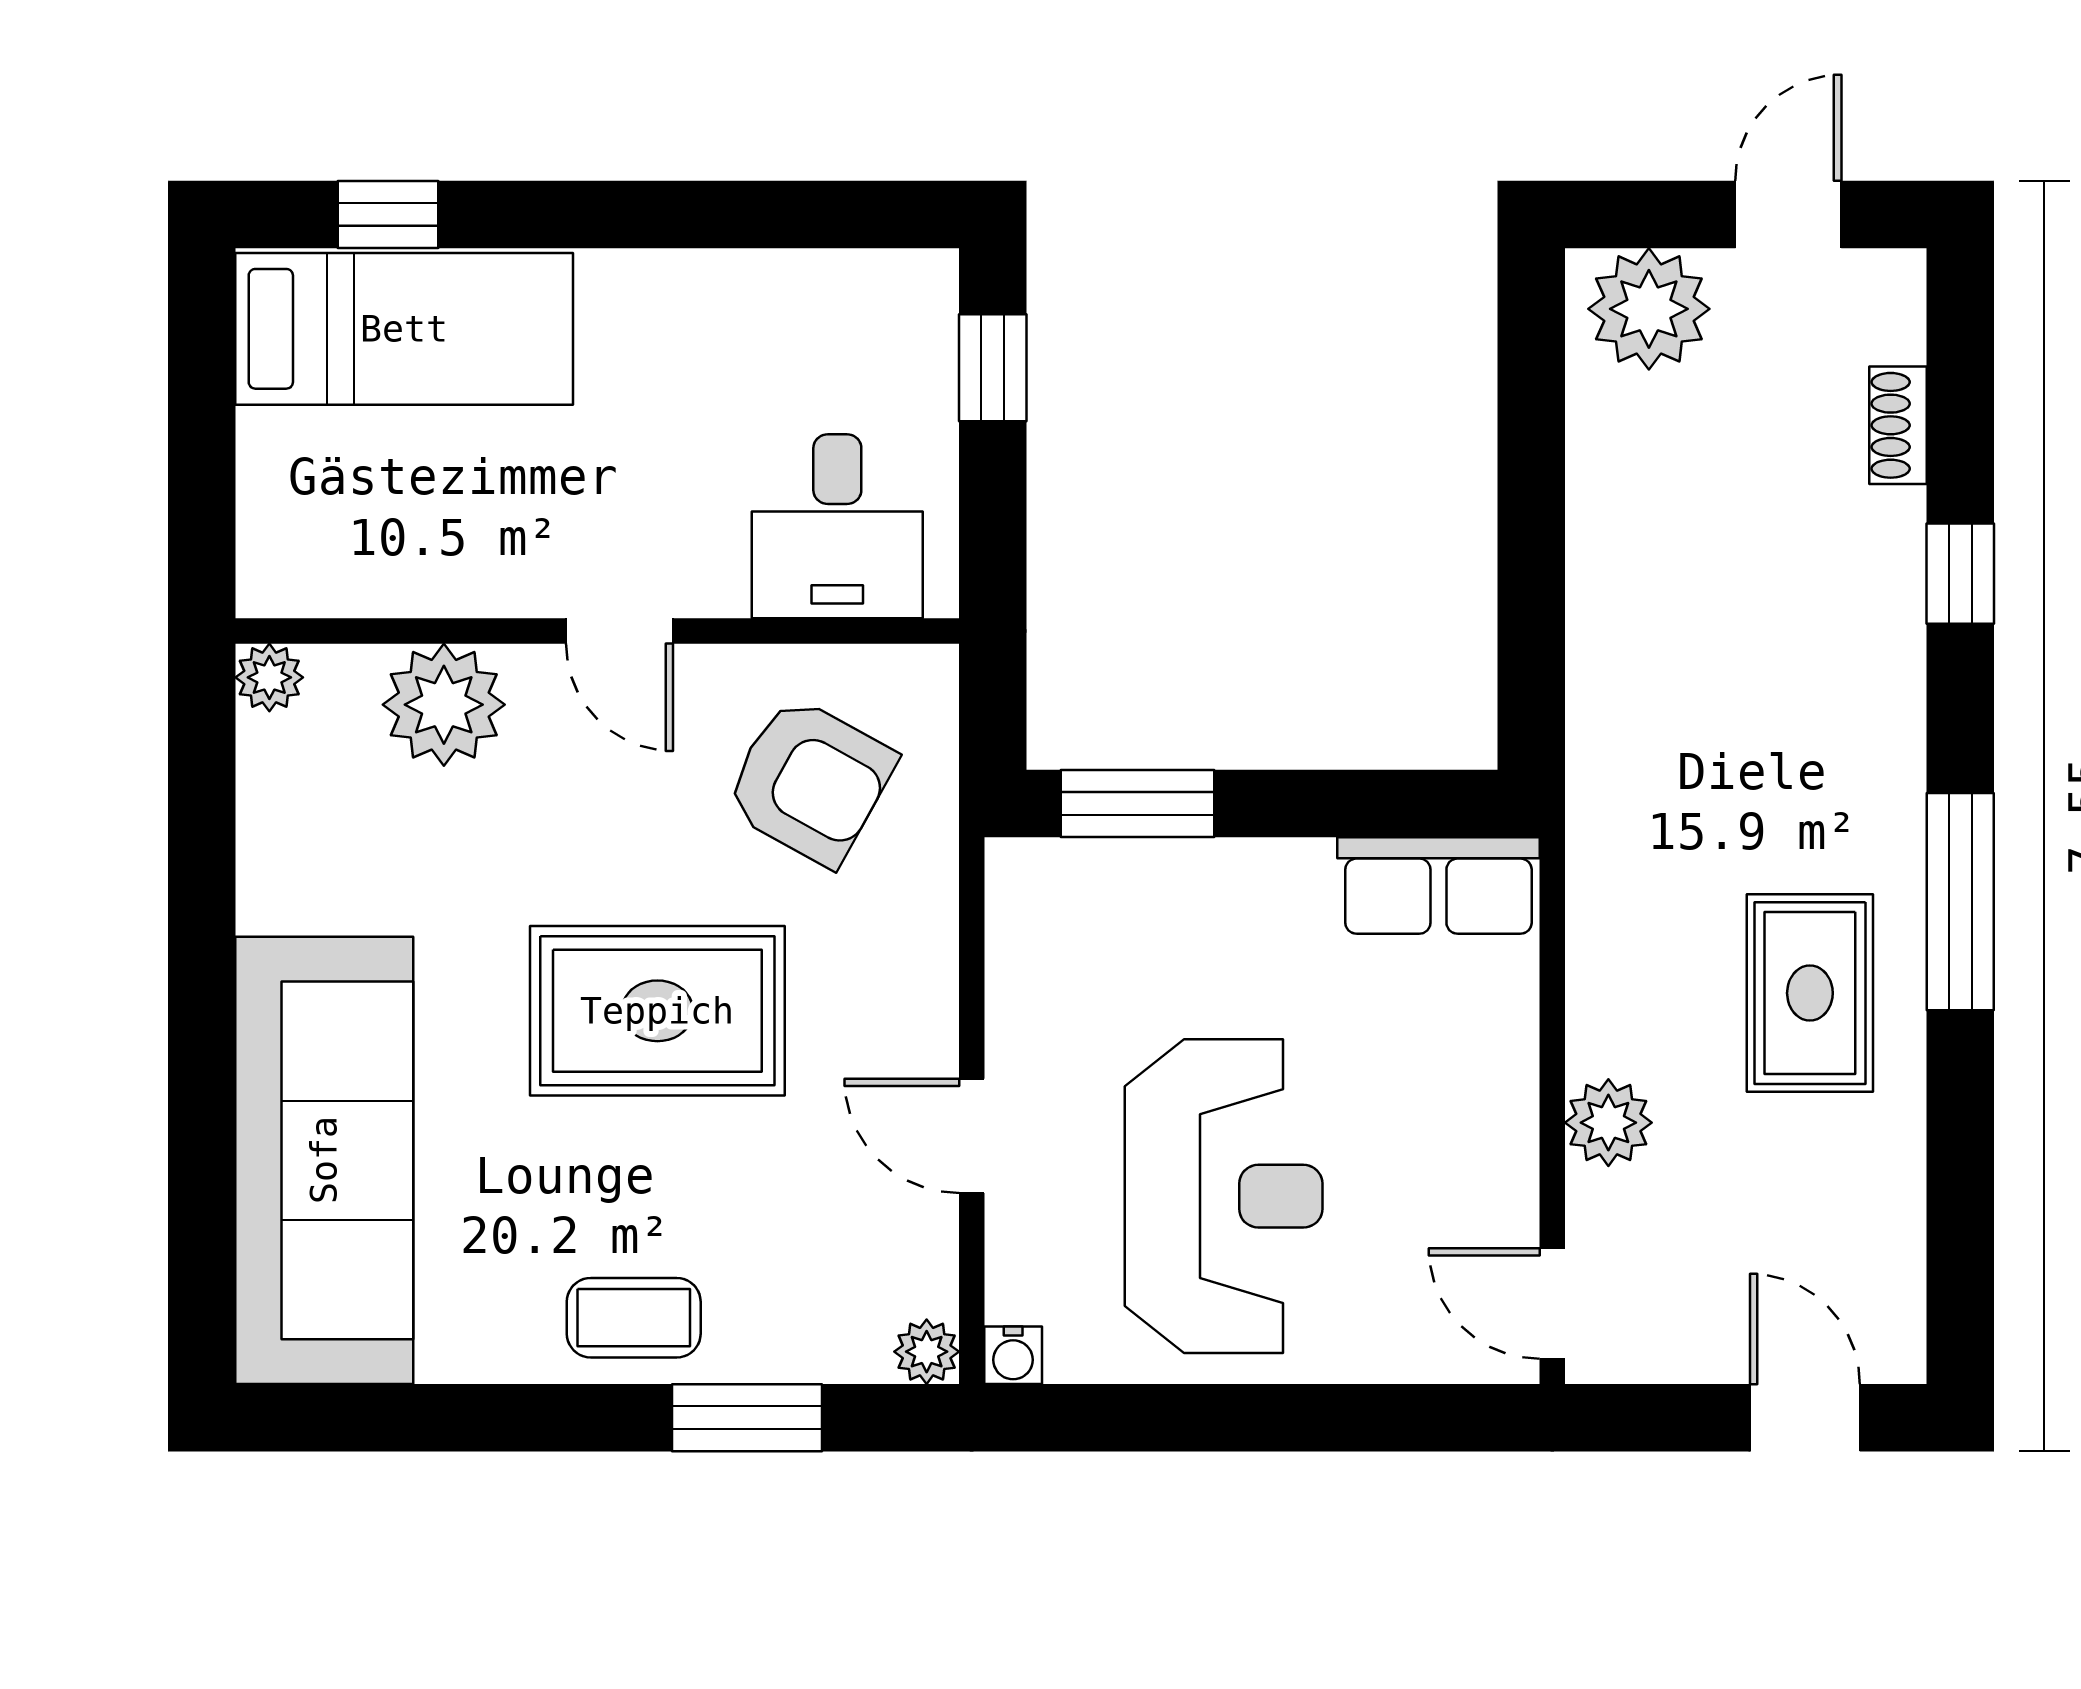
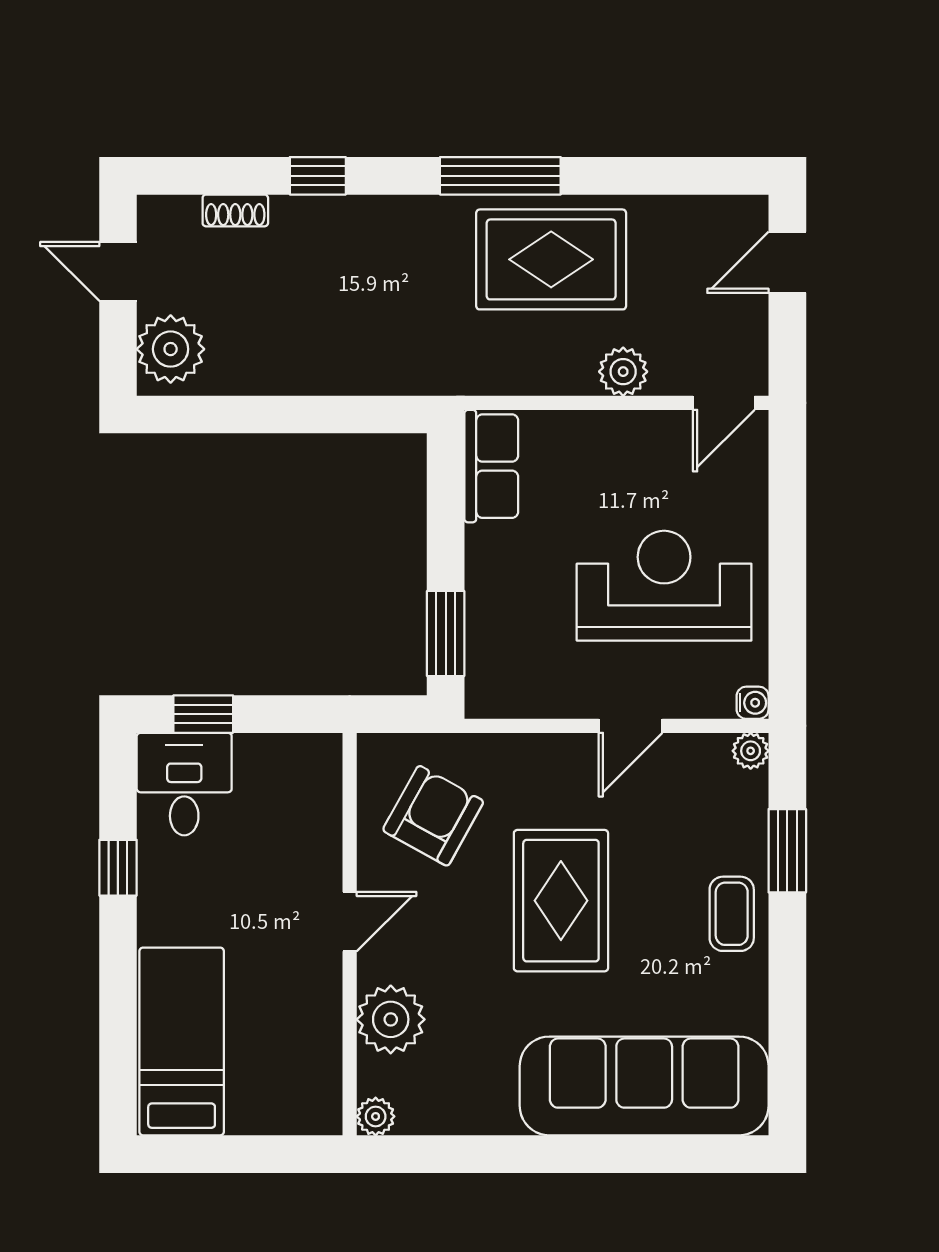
window: (388, 214) -> (118, 868), moved
desk: (837, 526) -> (184, 784), moved, turned -90
rug: (1810, 993) -> (551, 259), width x1.36, depth x1.43

